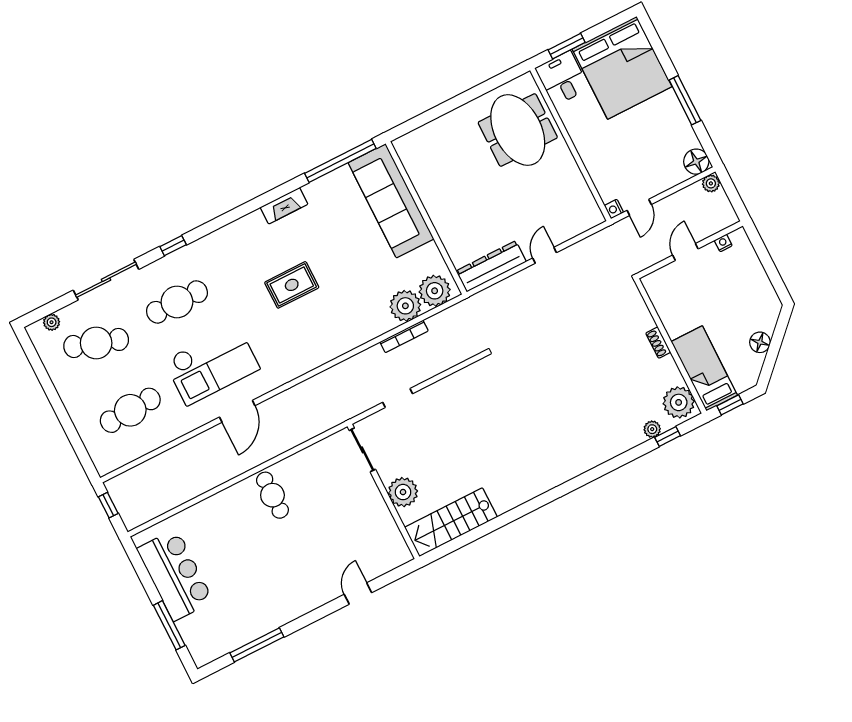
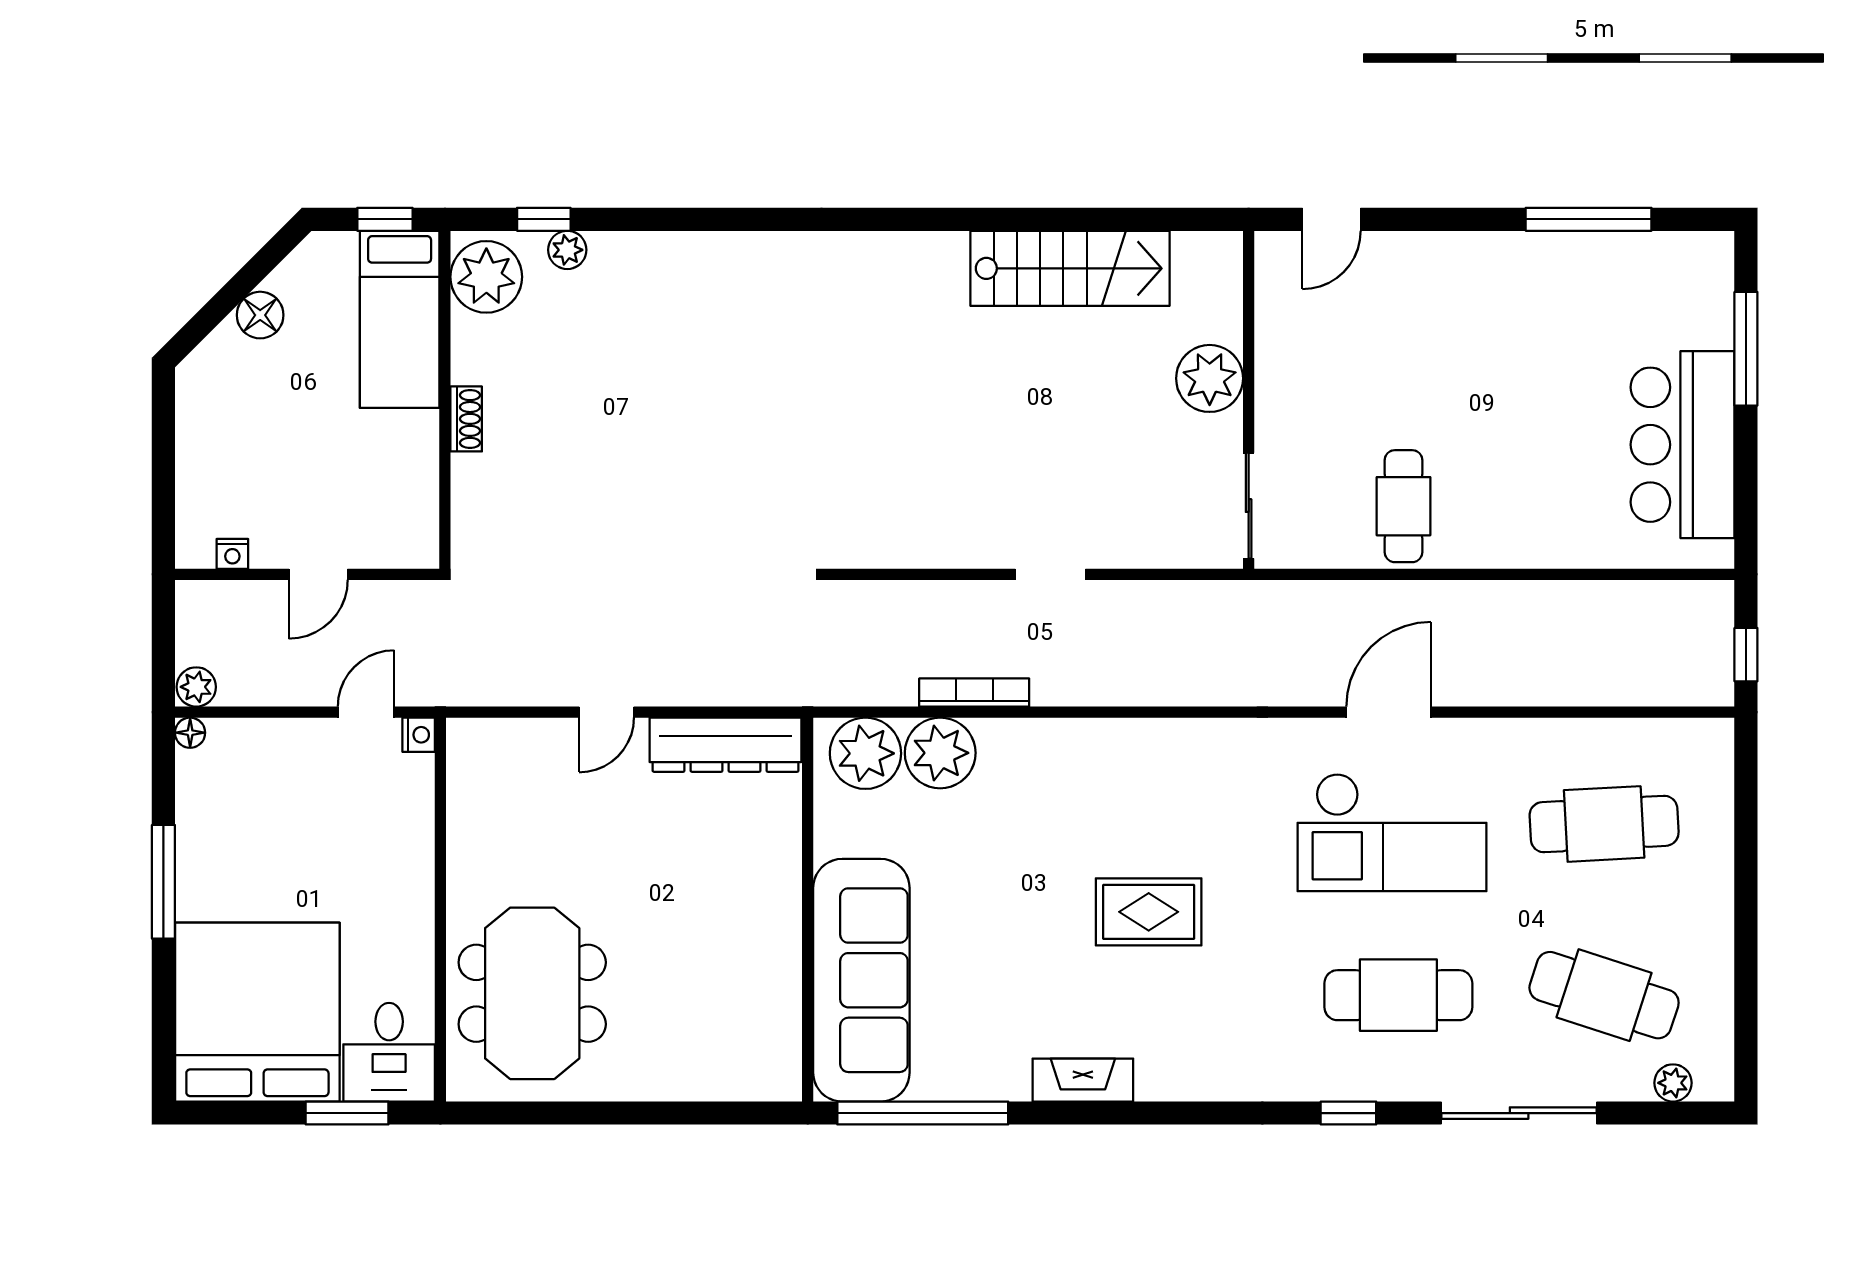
floor lamp: (696, 162) -> (190, 733), width x0.53, depth x0.53
checkout: (212, 365) -> (1392, 832), turned 180
sliding door: (362, 450) -> (1249, 506), moved
wall: (383, 491) -> (1249, 400), moved
plant: (403, 492) -> (1210, 378), moved

